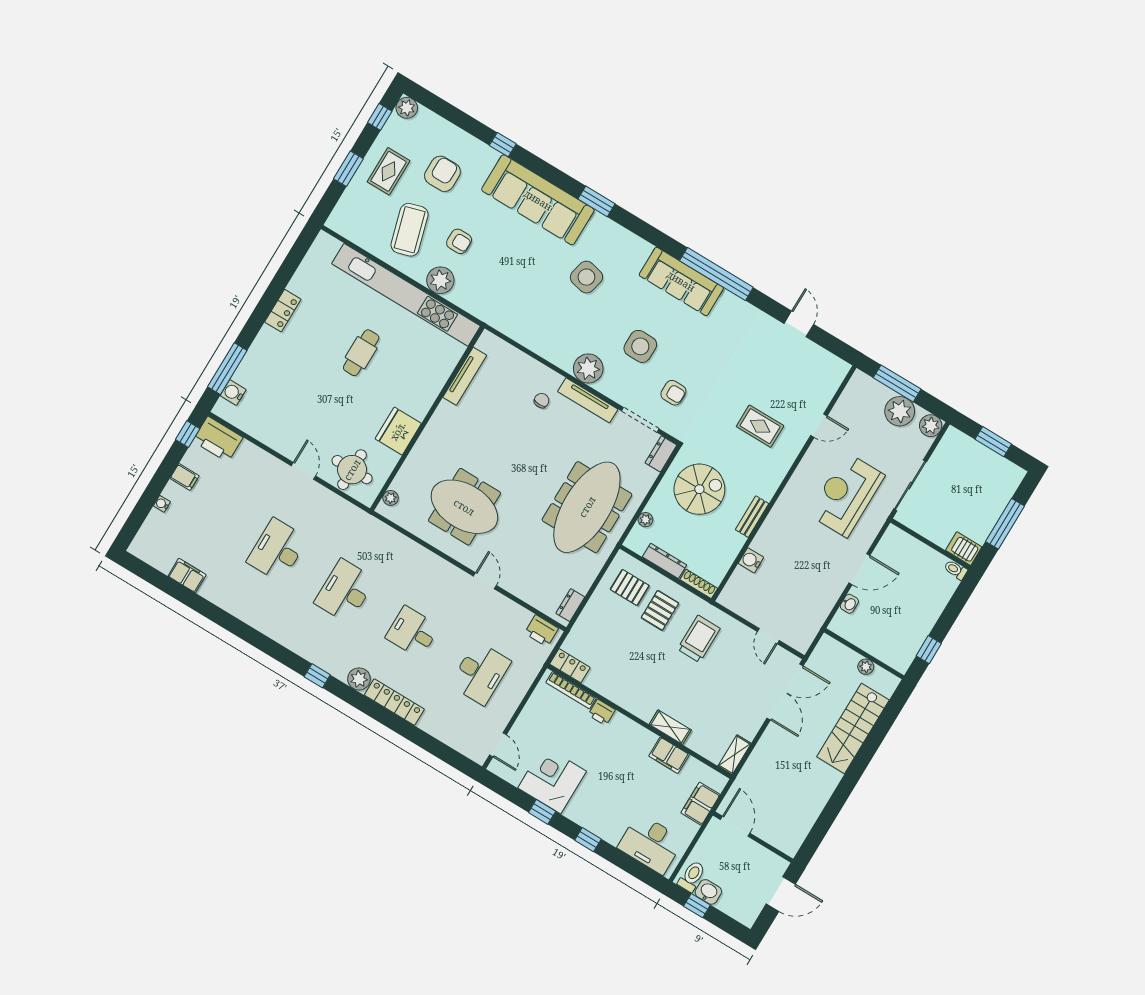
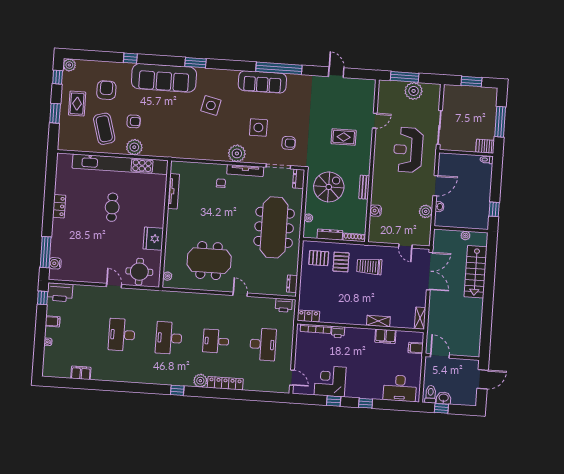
plant: (931, 426) -> (426, 211), moved
trolley: (699, 639) -> (369, 266), turned -90
filing cabinet: (700, 804) -> (416, 348), width x0.50

